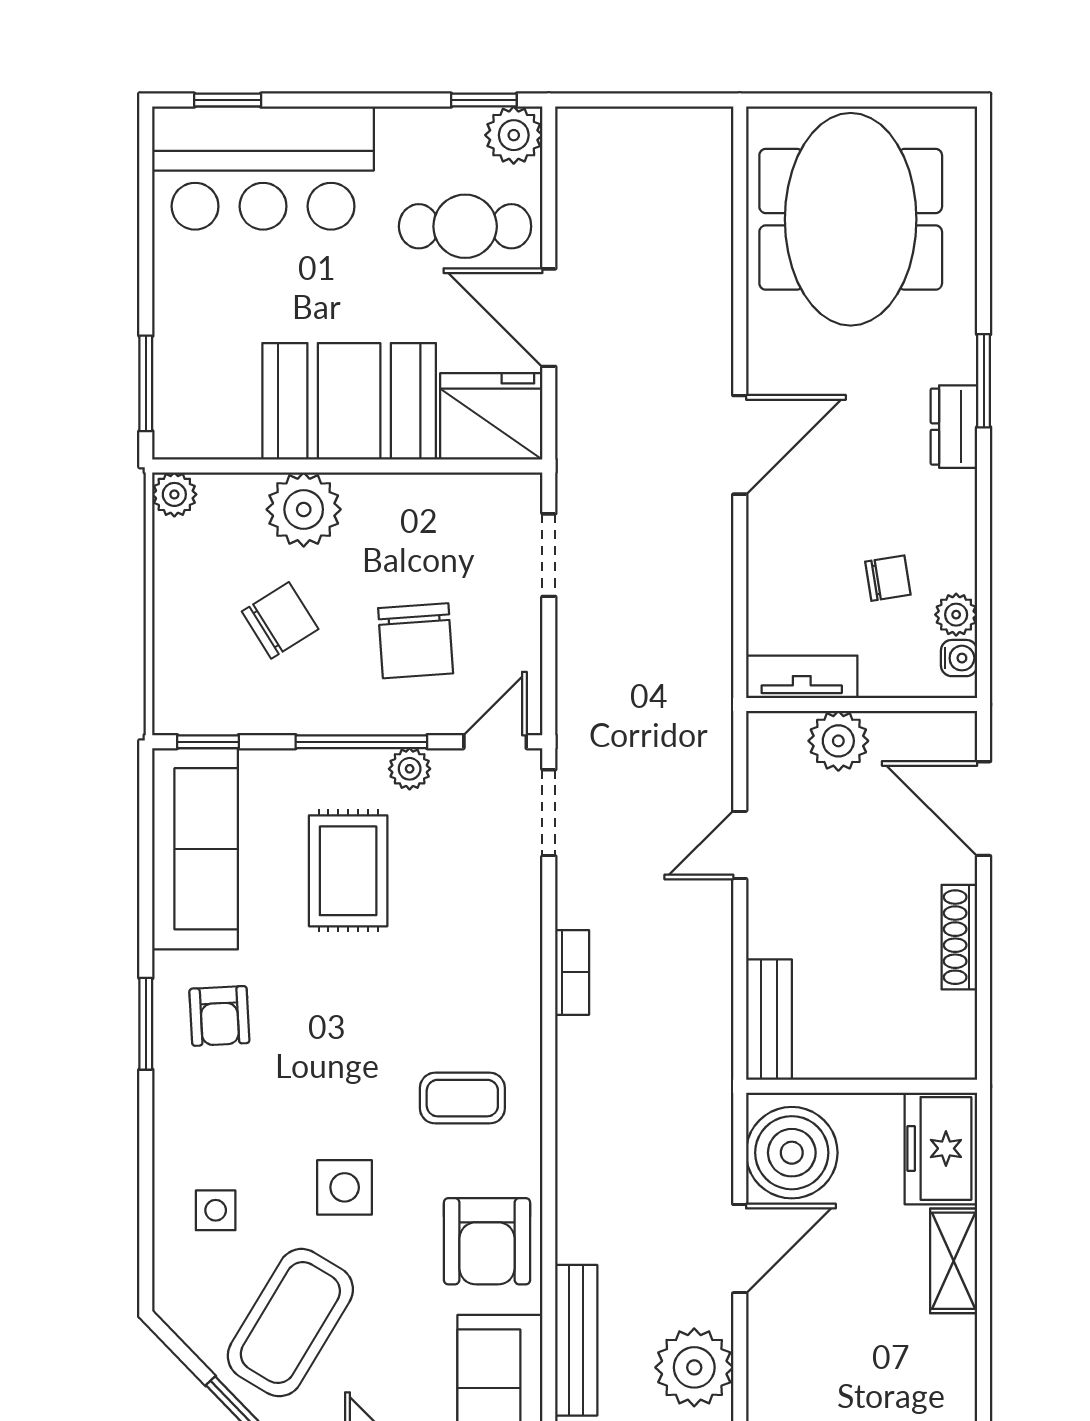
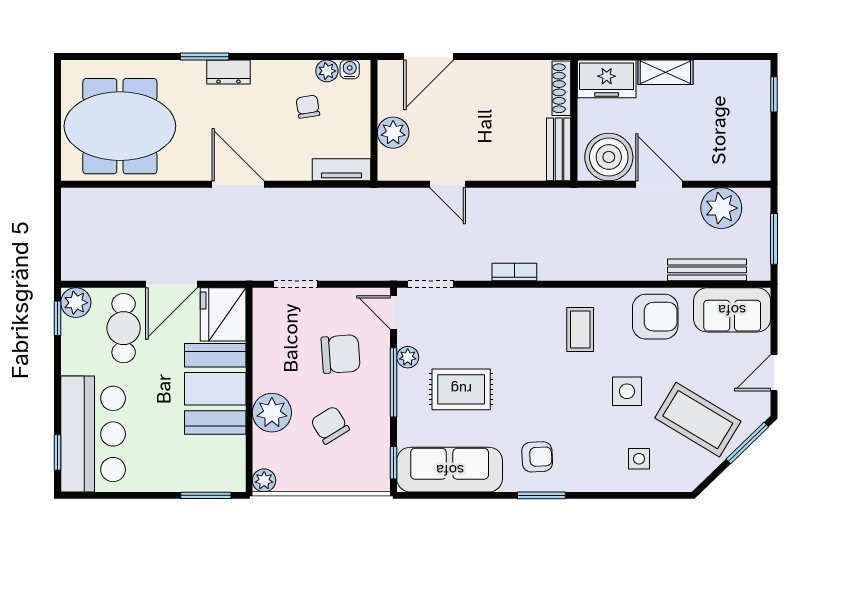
tv unit: (802, 677) -> (342, 170), moved, turned 90
shoe rack: (959, 937) -> (561, 88), moved, turned 90
bench: (769, 1020) -> (559, 149), moved, turned 90

